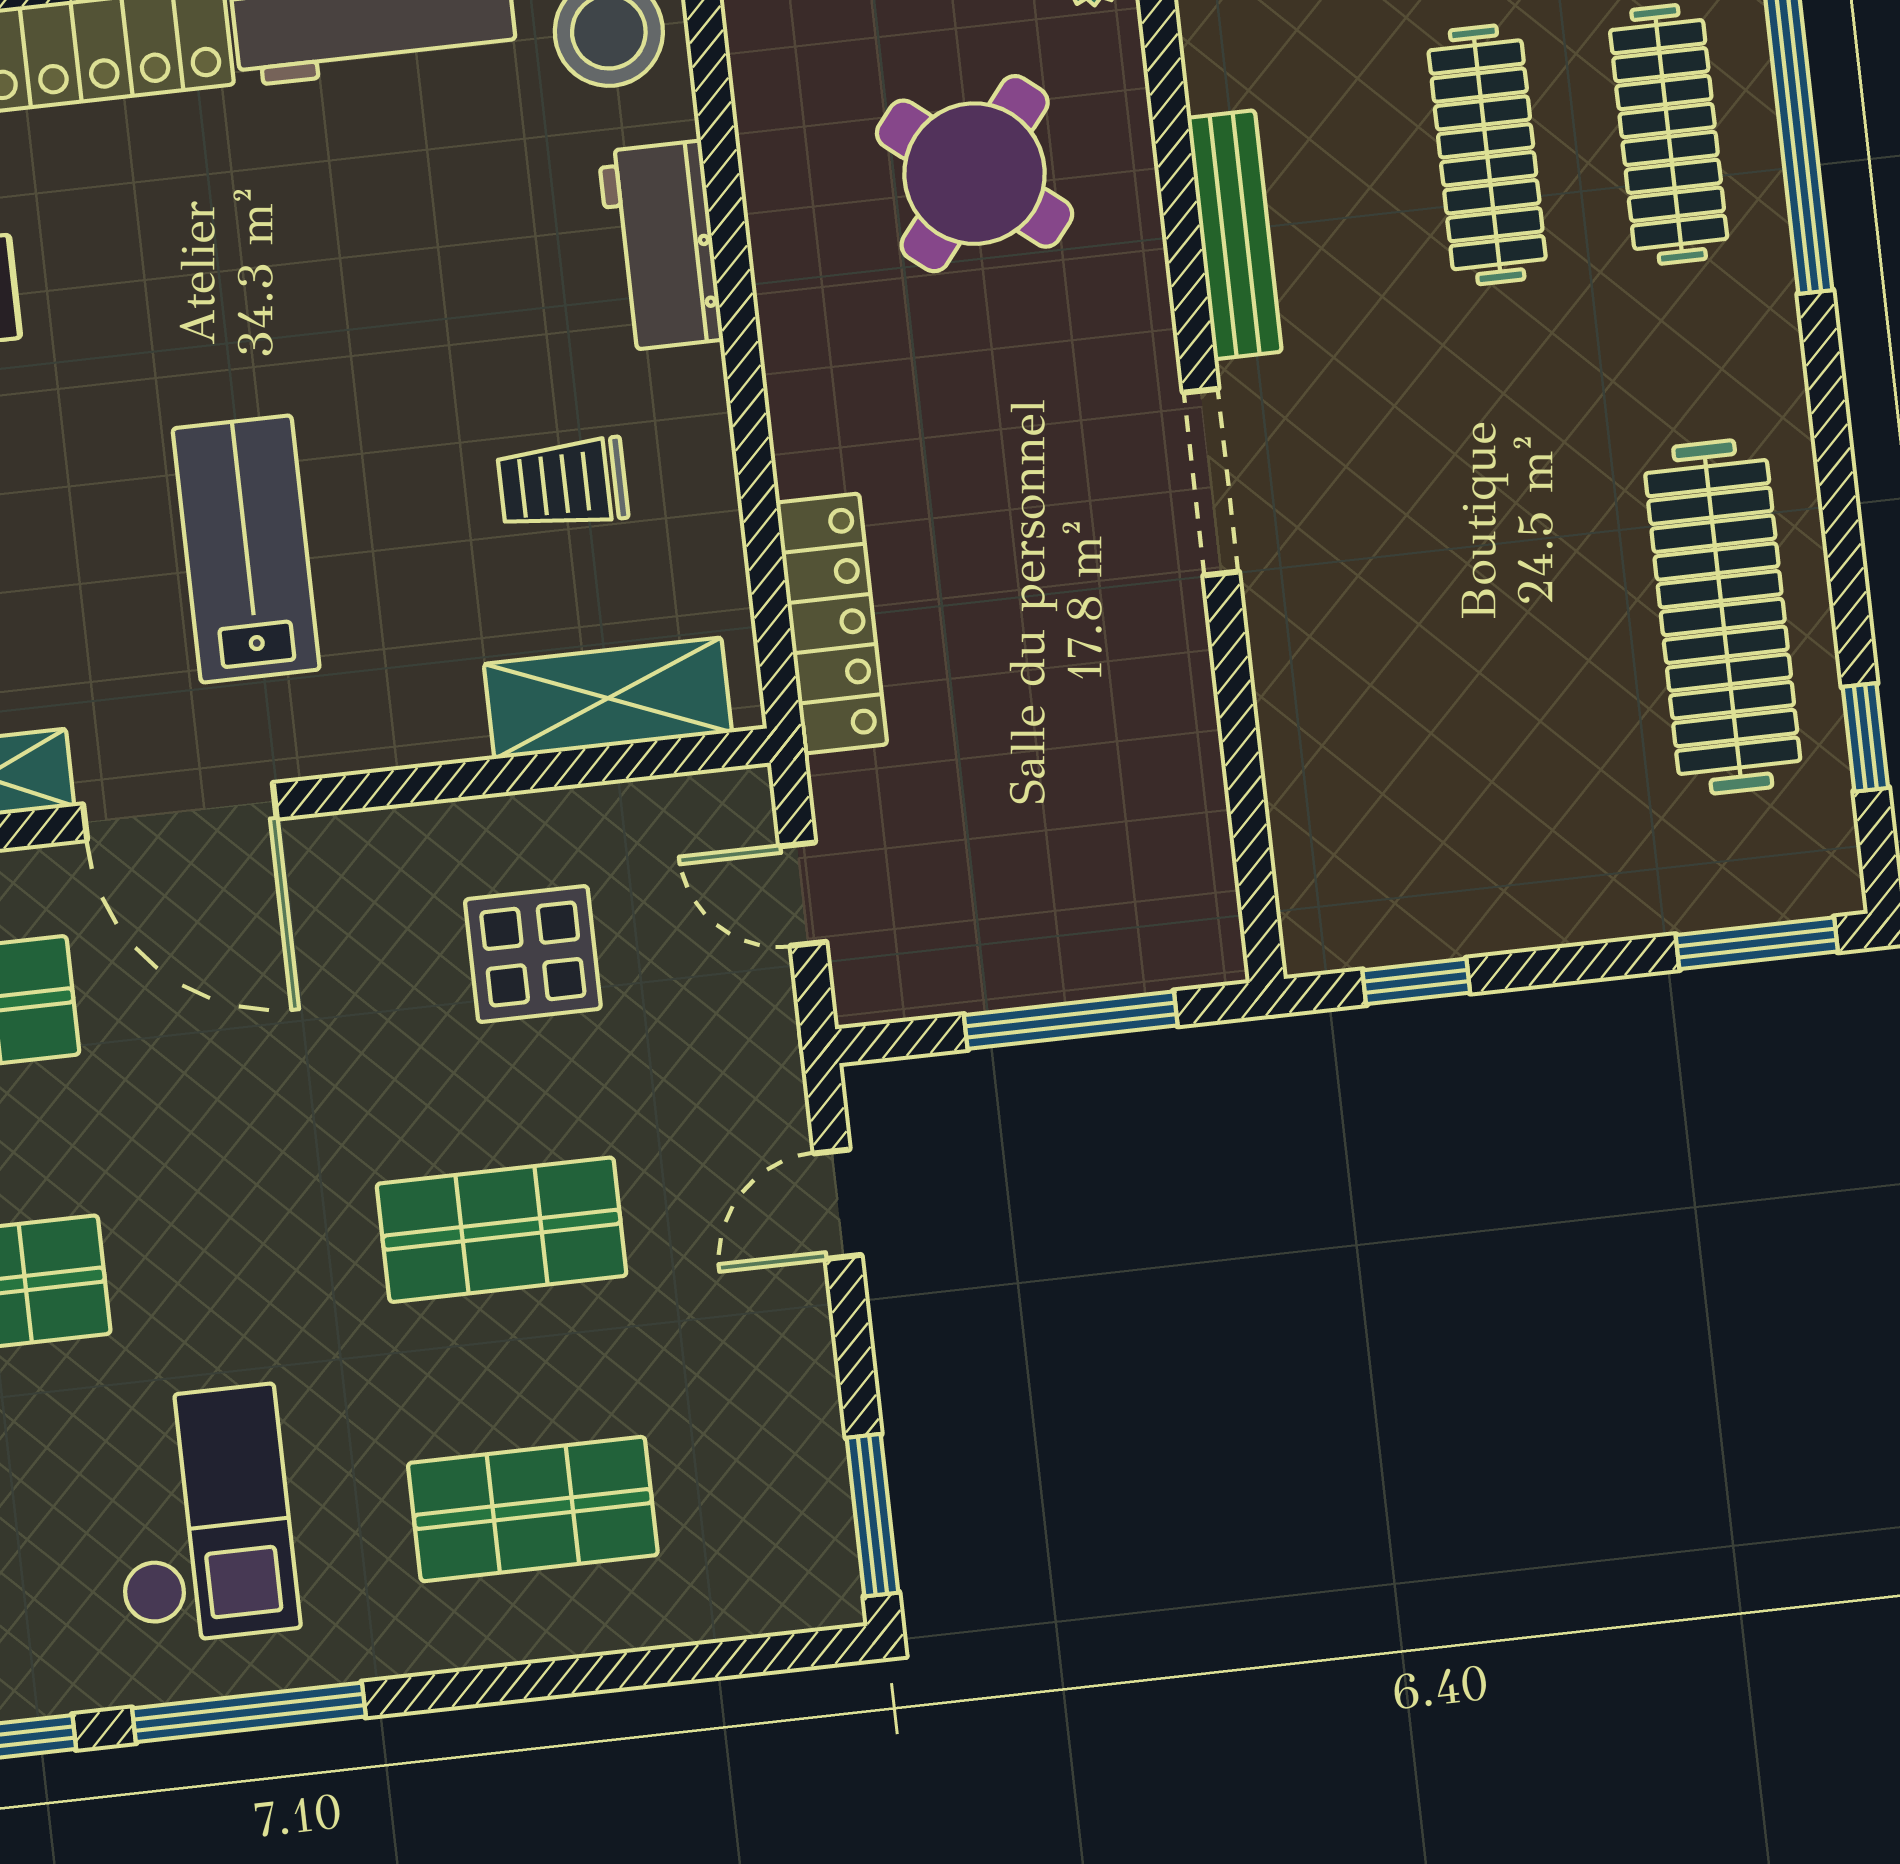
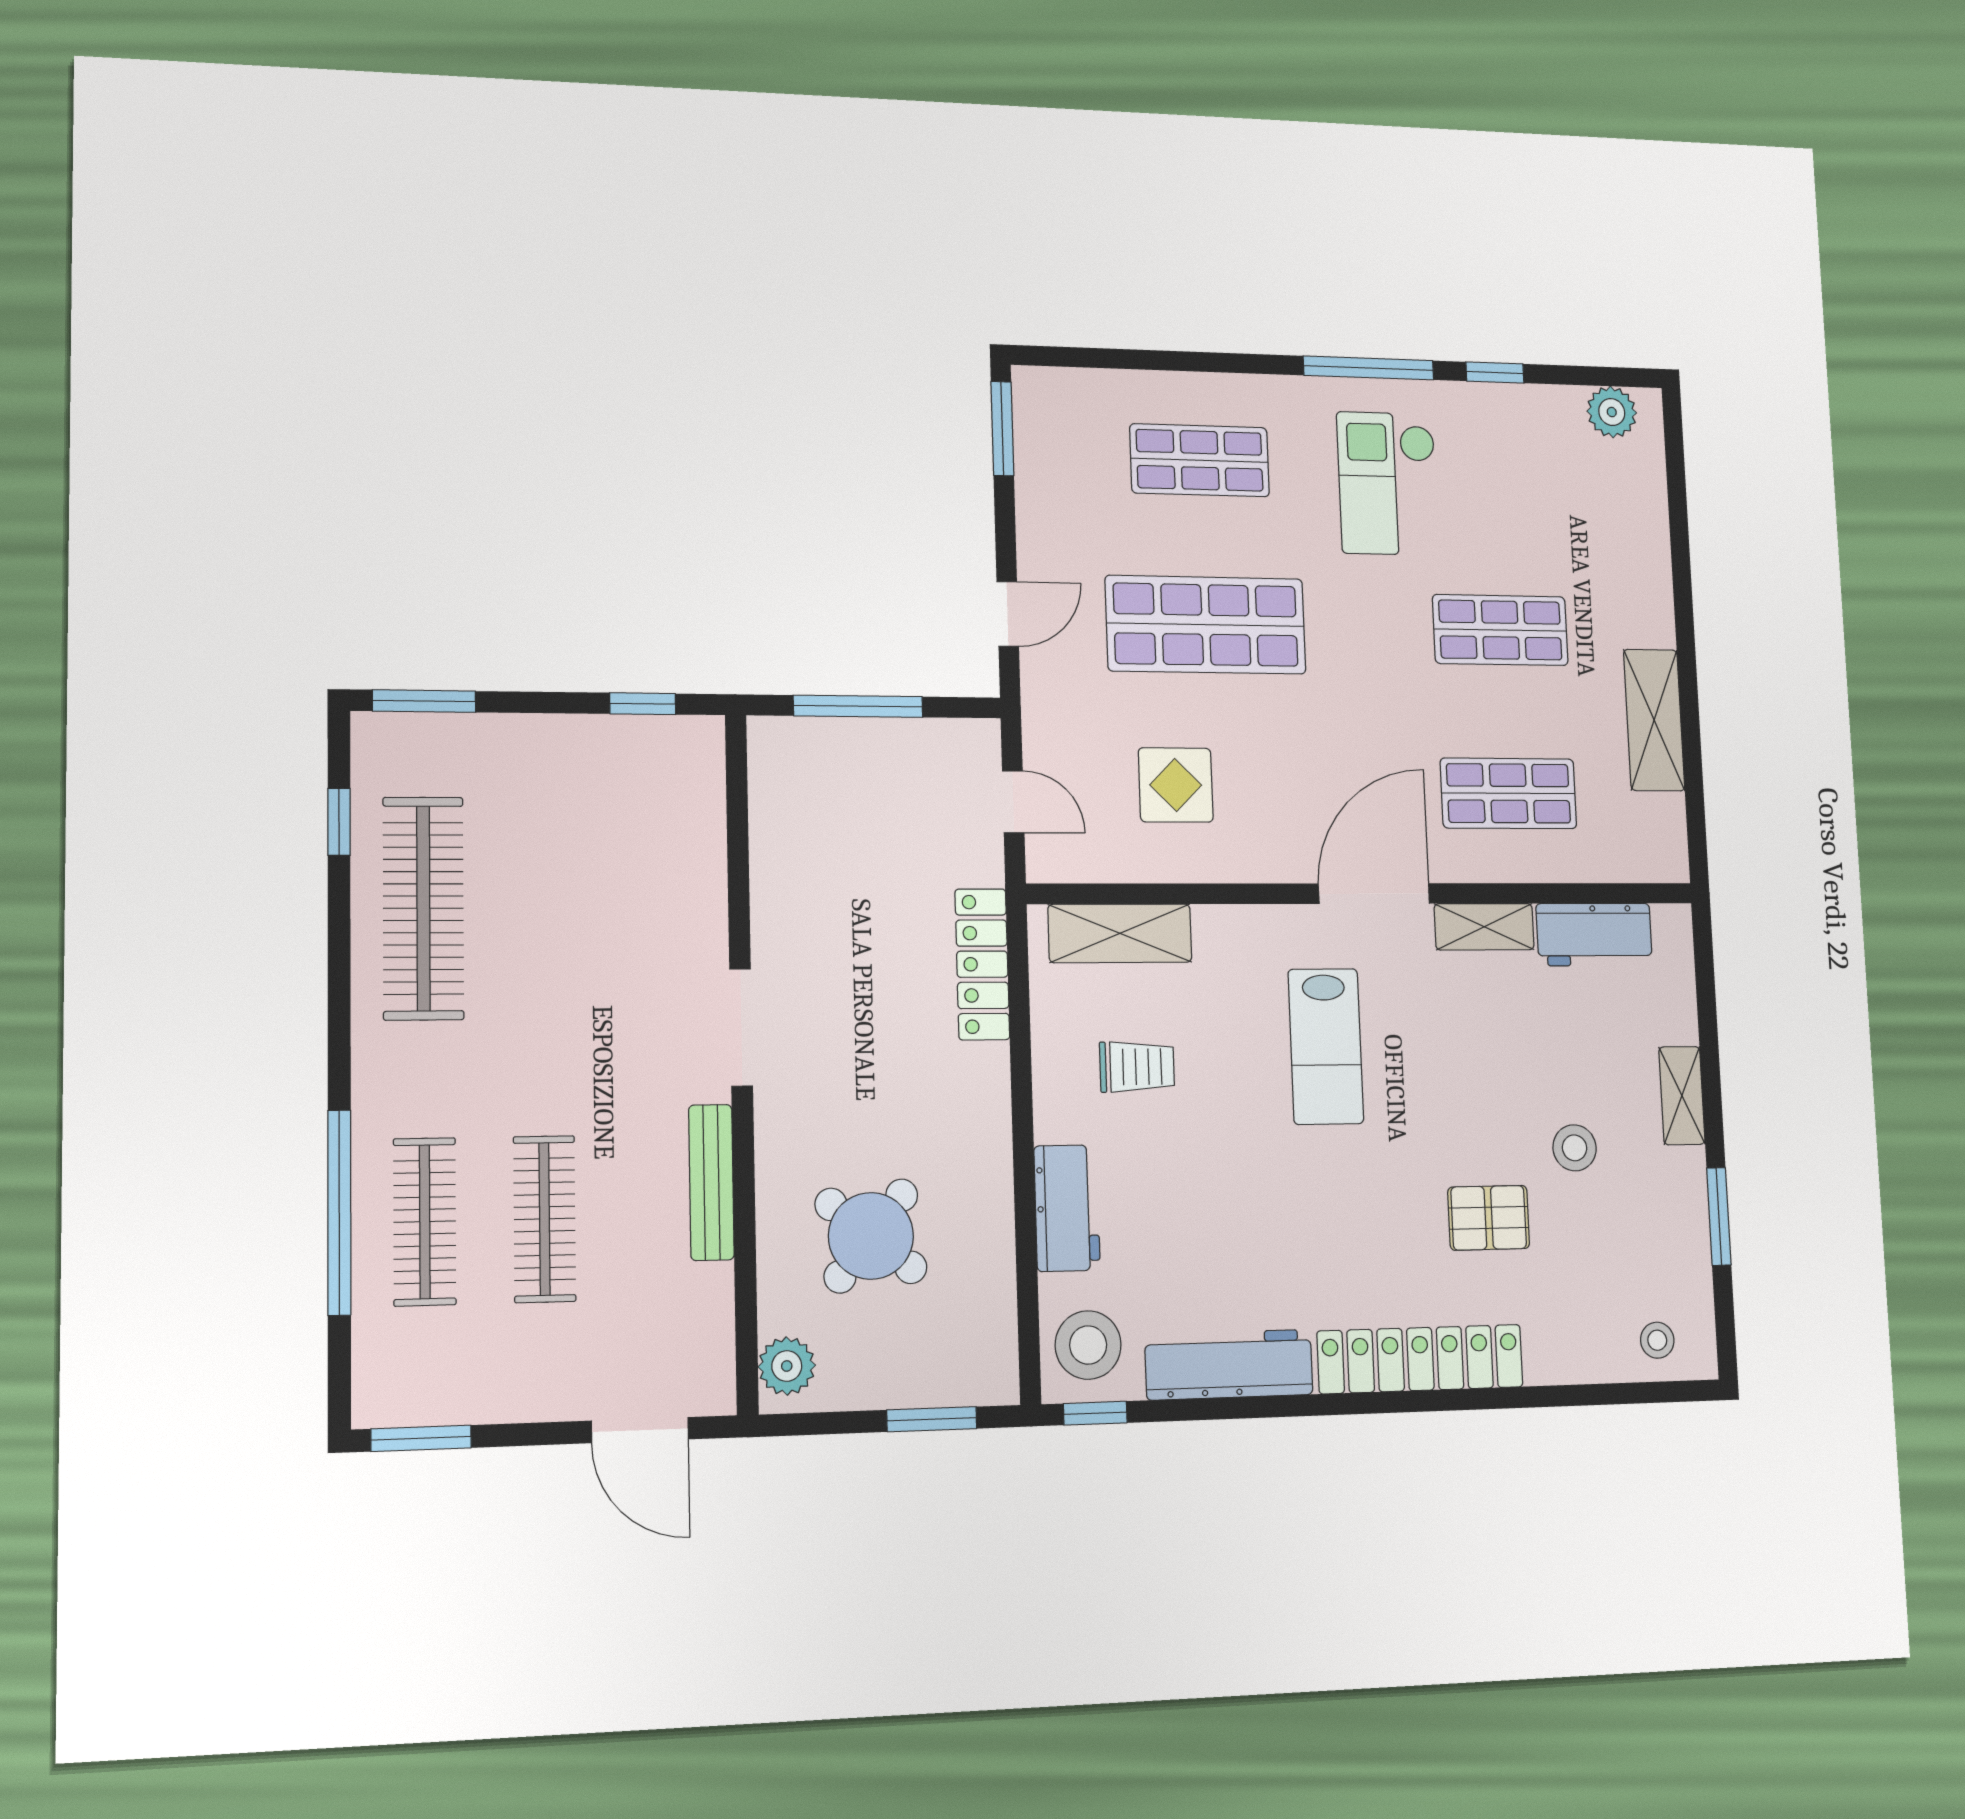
door: (180, 811) -> (1374, 894), hinge flipped
shop shelf: (502, 1230) -> (1206, 625), width x1.43, depth x1.36

